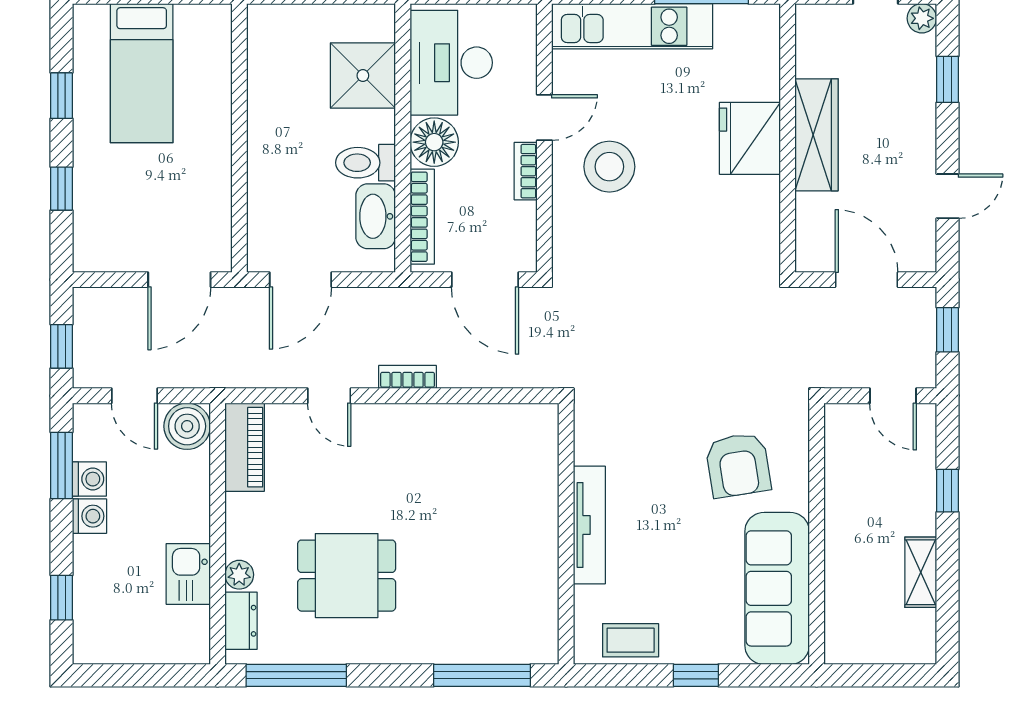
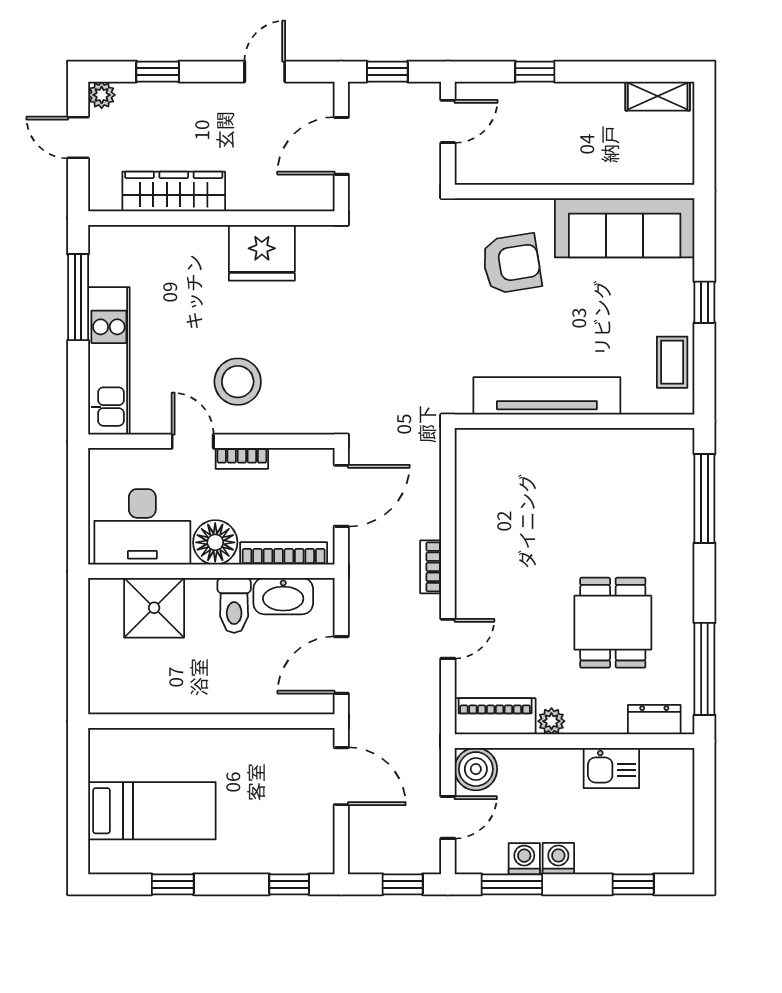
wardrobe: (817, 135) -> (174, 192), moved
fridge: (750, 138) -> (262, 253), moved
window: (61, 189) -> (289, 884), moved
door: (947, 196) -> (265, 72), hinge flipped
door: (301, 280) -> (341, 665), swing flipped
tv unit: (589, 525) -> (547, 396), width x1.36, depth x1.29
shelving: (921, 572) -> (658, 96), moved
plant: (239, 575) -> (551, 721), moved

